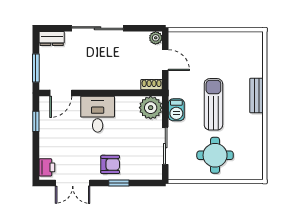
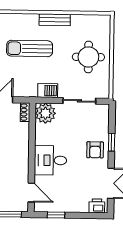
bench: (257, 96) -> (55, 20), moved
sun lounger: (213, 104) -> (30, 48), moved
armchair: (110, 164) -> (95, 150), turned 180

